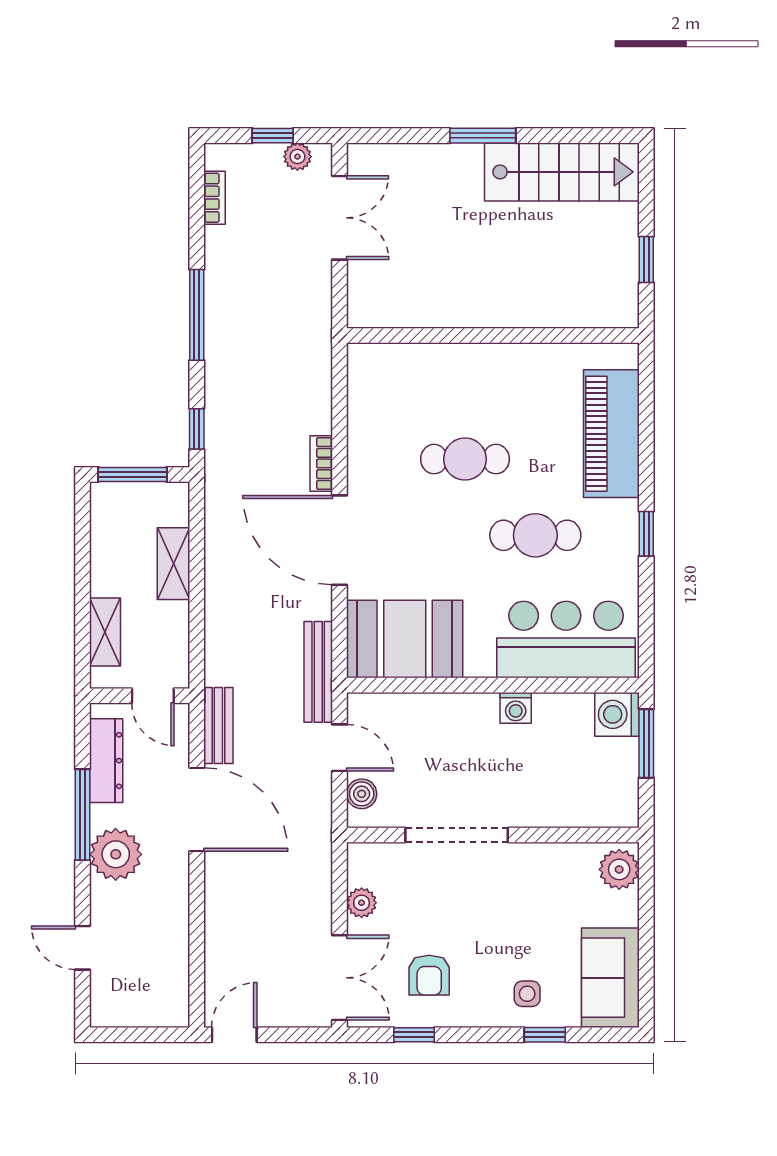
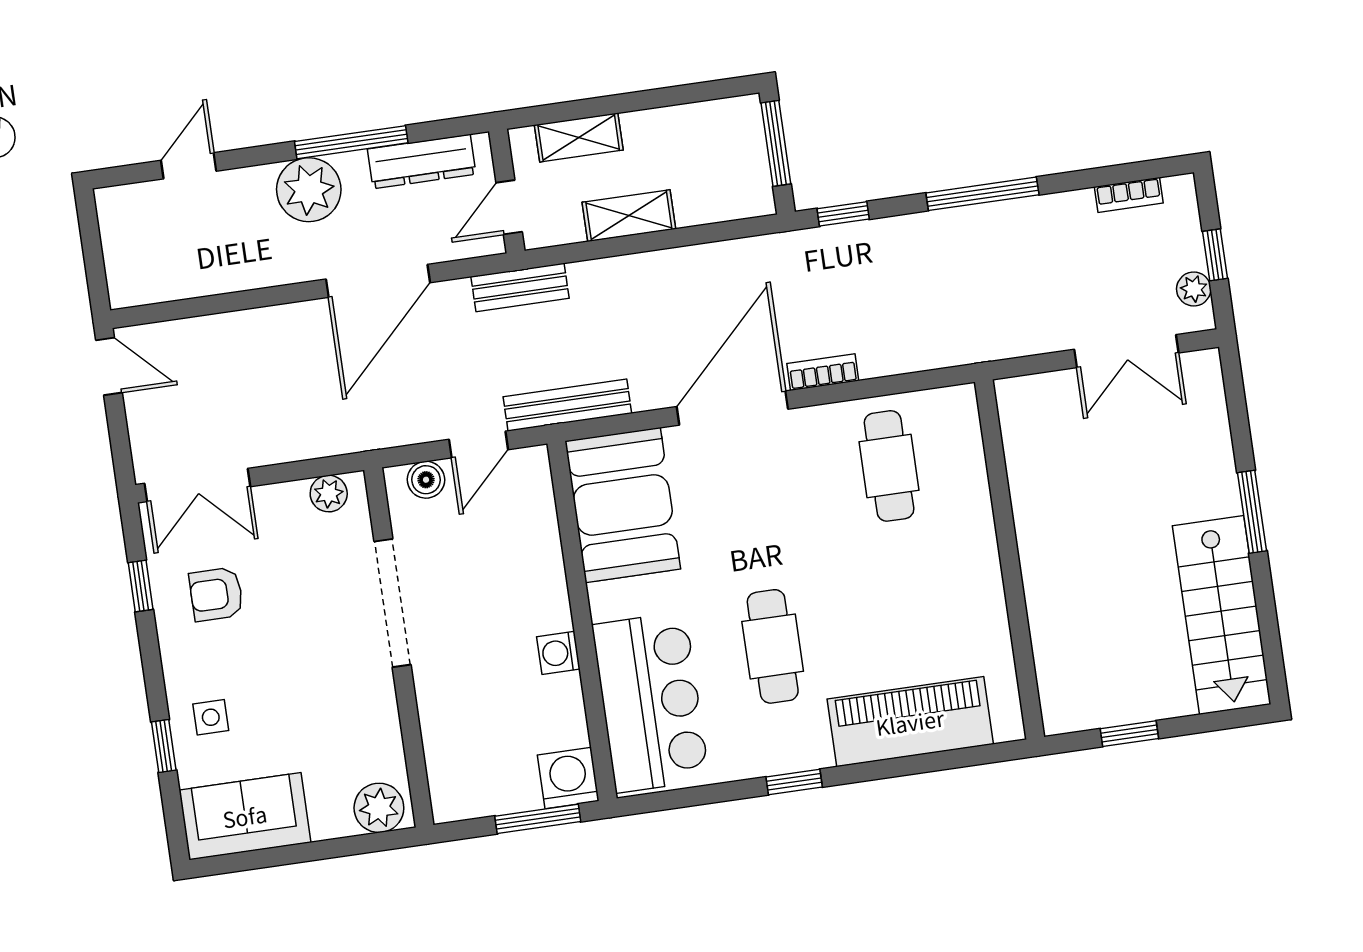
cafe table: (465, 459) -> (889, 466), moved
shelving: (173, 564) -> (629, 216), moved
bench: (218, 726) -> (520, 287), moved
plant: (362, 903) -> (329, 494), moved

